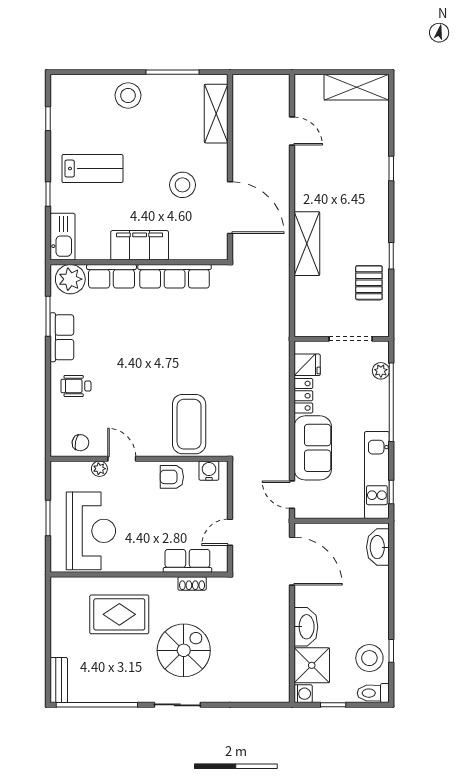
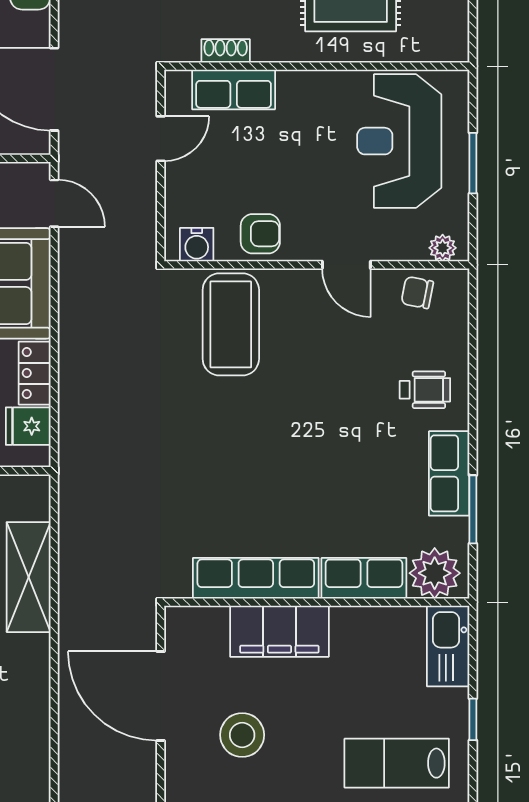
shelving: (307, 244) -> (29, 577), moved
filing cabinet: (140, 245) -> (279, 631), moved
plant: (99, 469) -> (443, 248), moved

